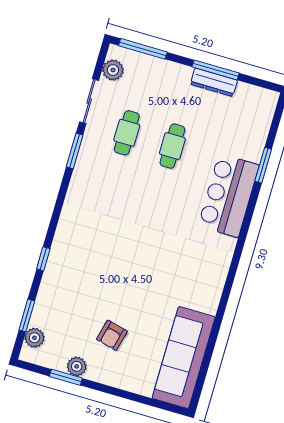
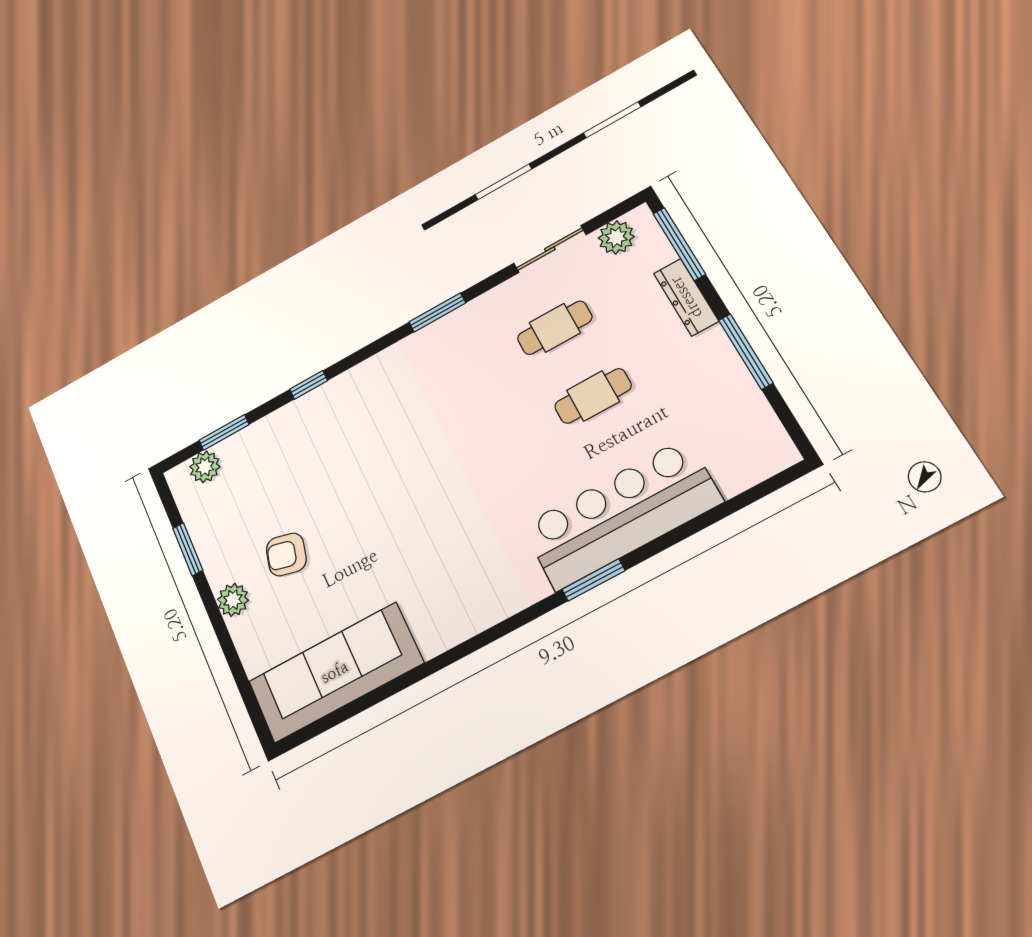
dresser: (214, 82) -> (686, 297), moved
window: (75, 151) -> (437, 312), moved
window: (263, 165) -> (594, 580), moved
bar counter: (229, 195) -> (621, 514), width x1.36
plant: (77, 366) -> (233, 600), moved

